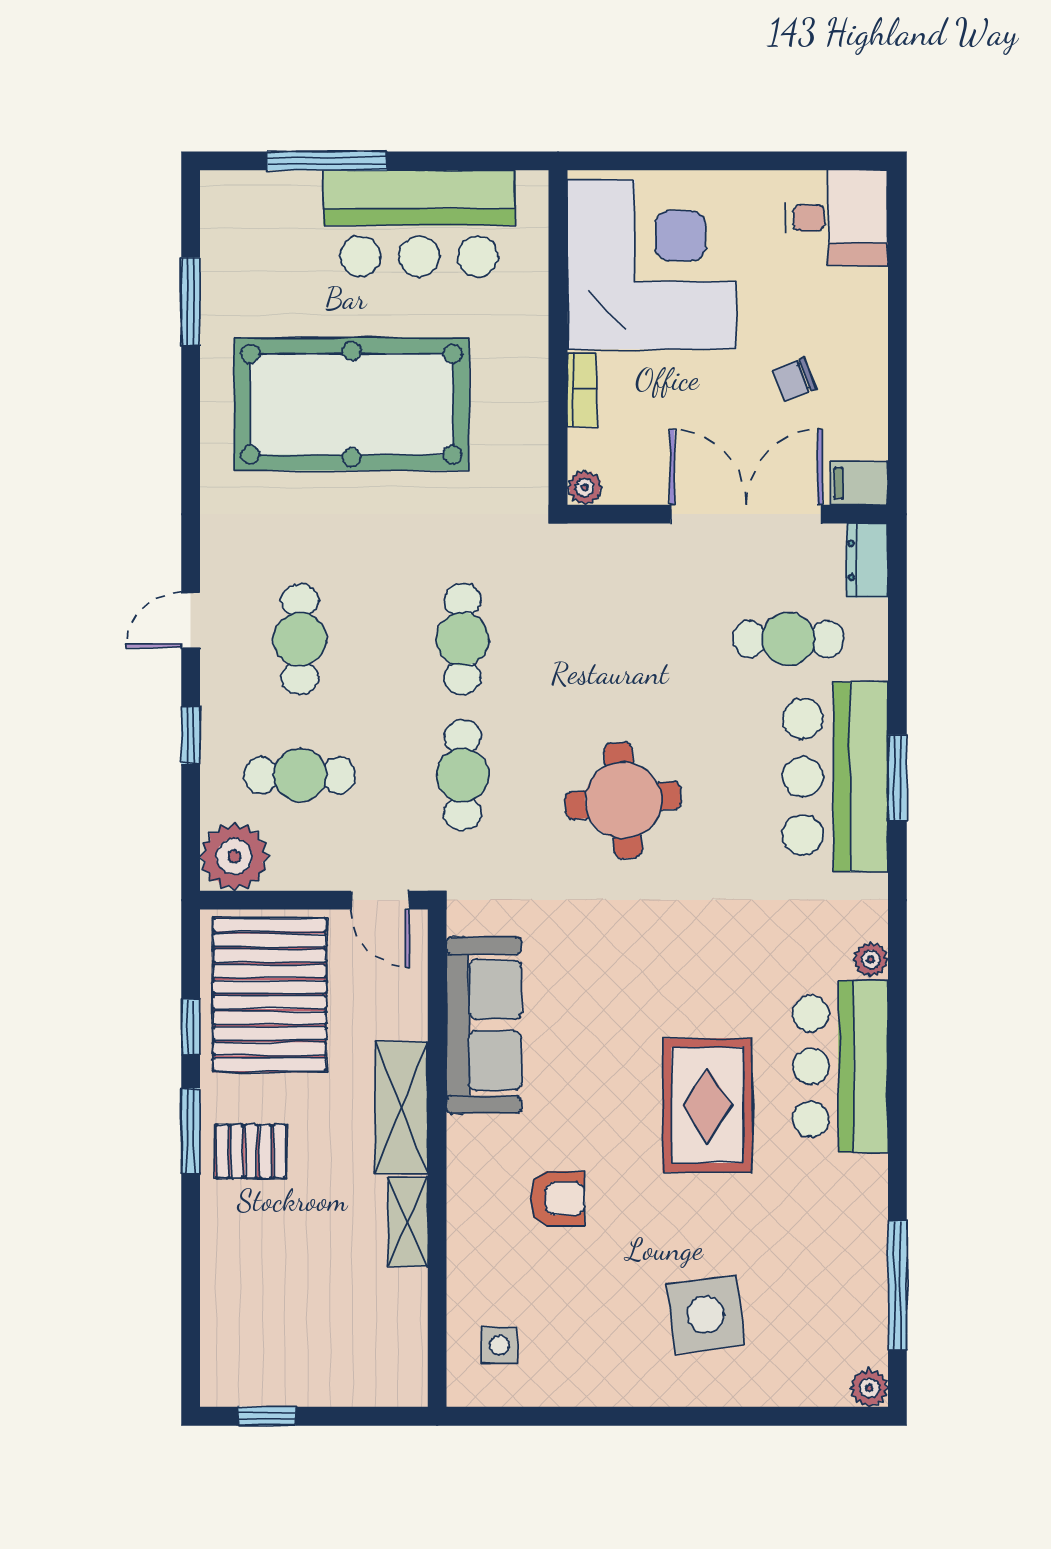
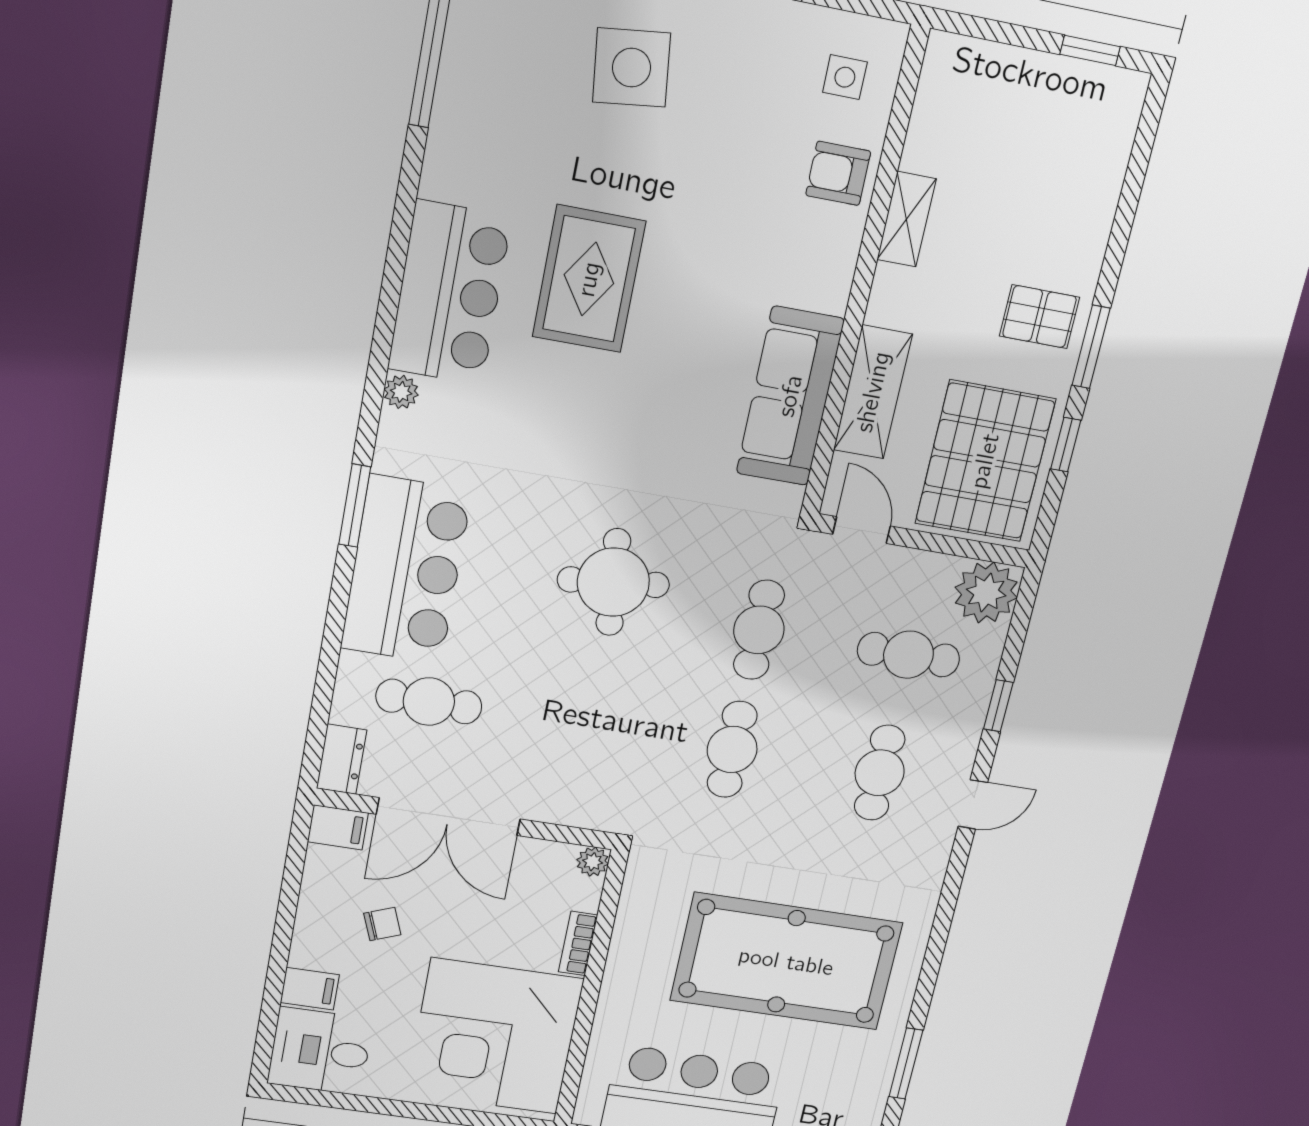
filing cabinet: (859, 291) -> (310, 989), added
window: (897, 778) -> (355, 506), moved
shelving: (401, 1107) -> (873, 392), moved
armchair: (557, 1199) -> (838, 173), moved

